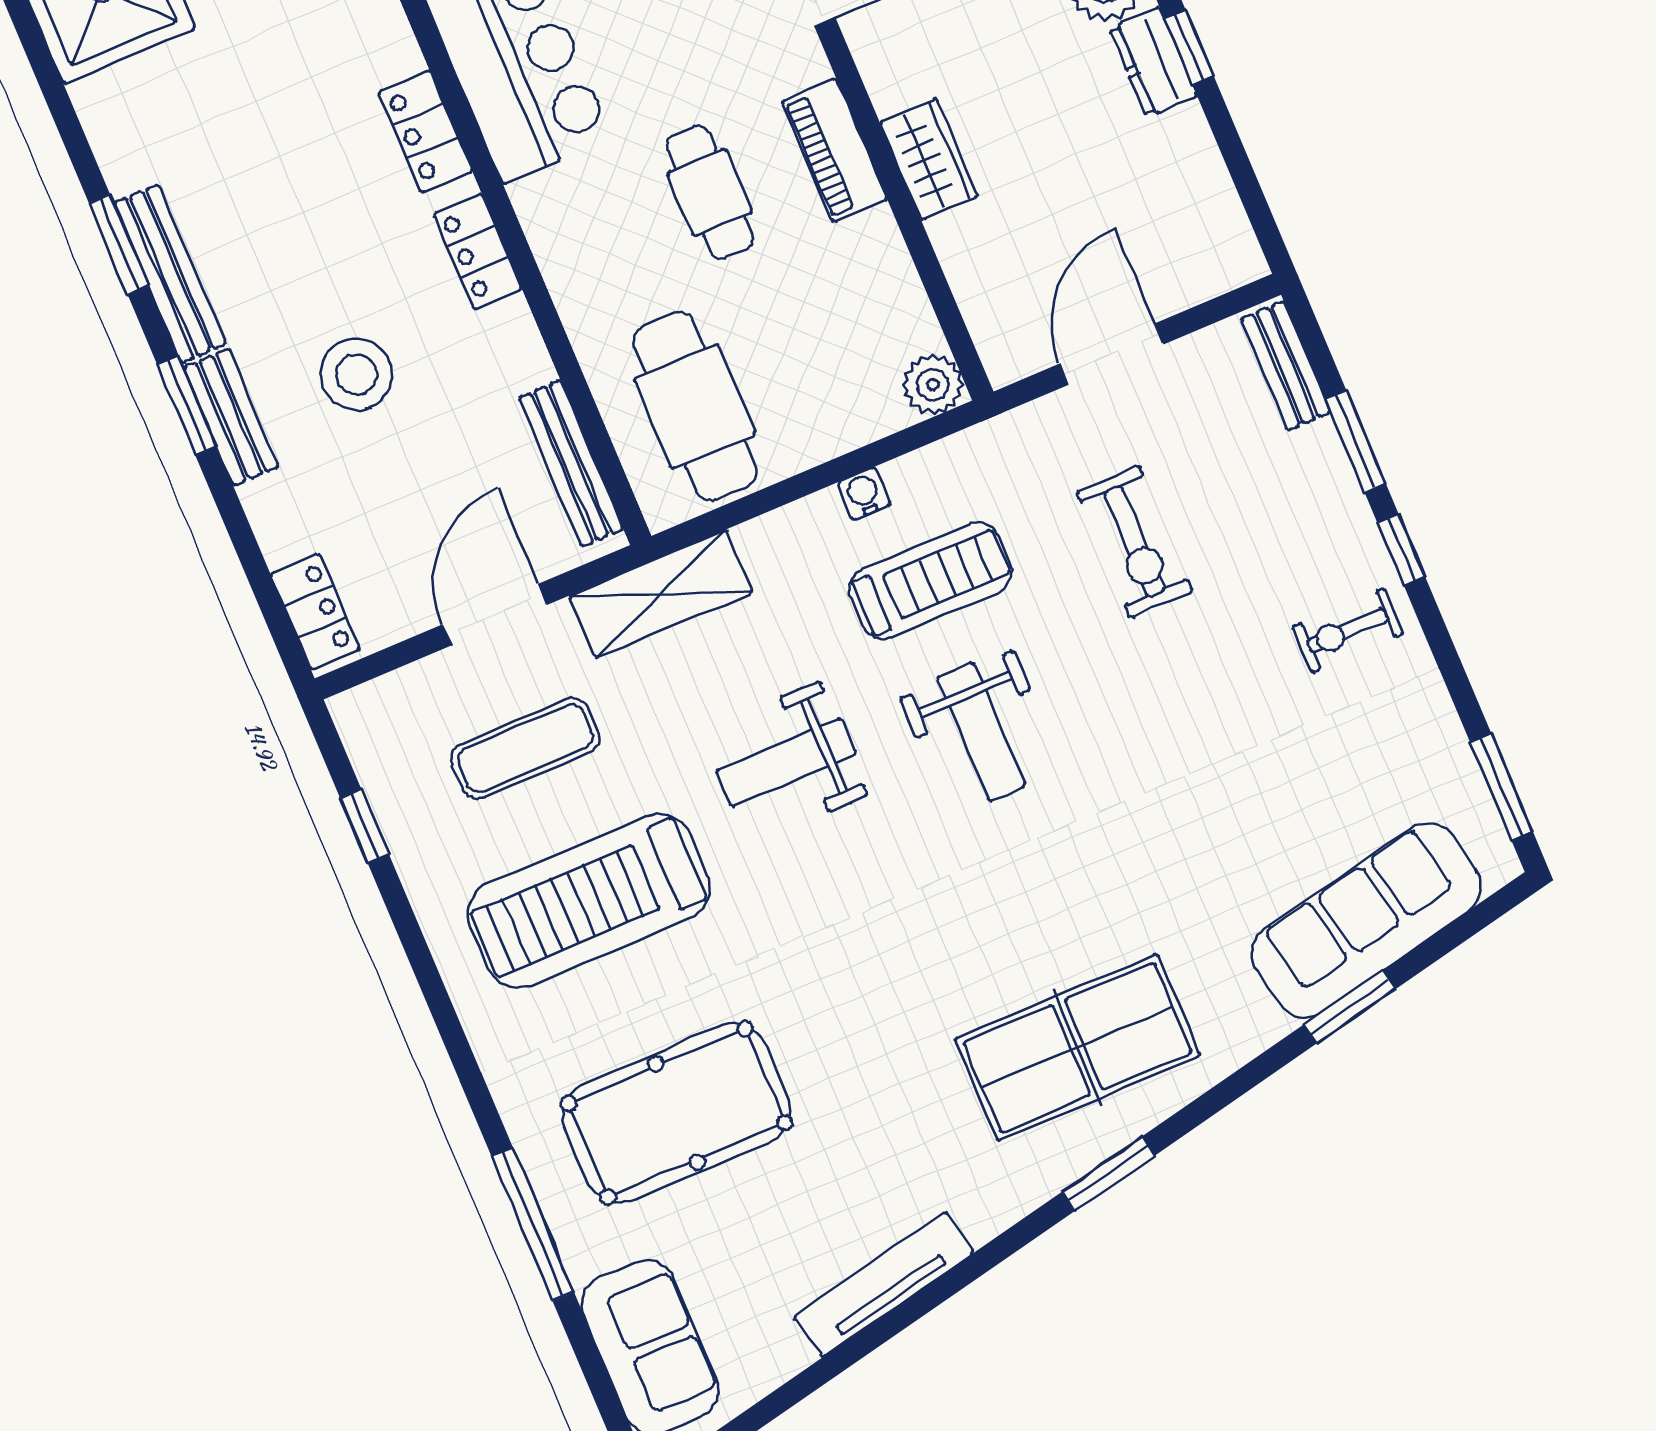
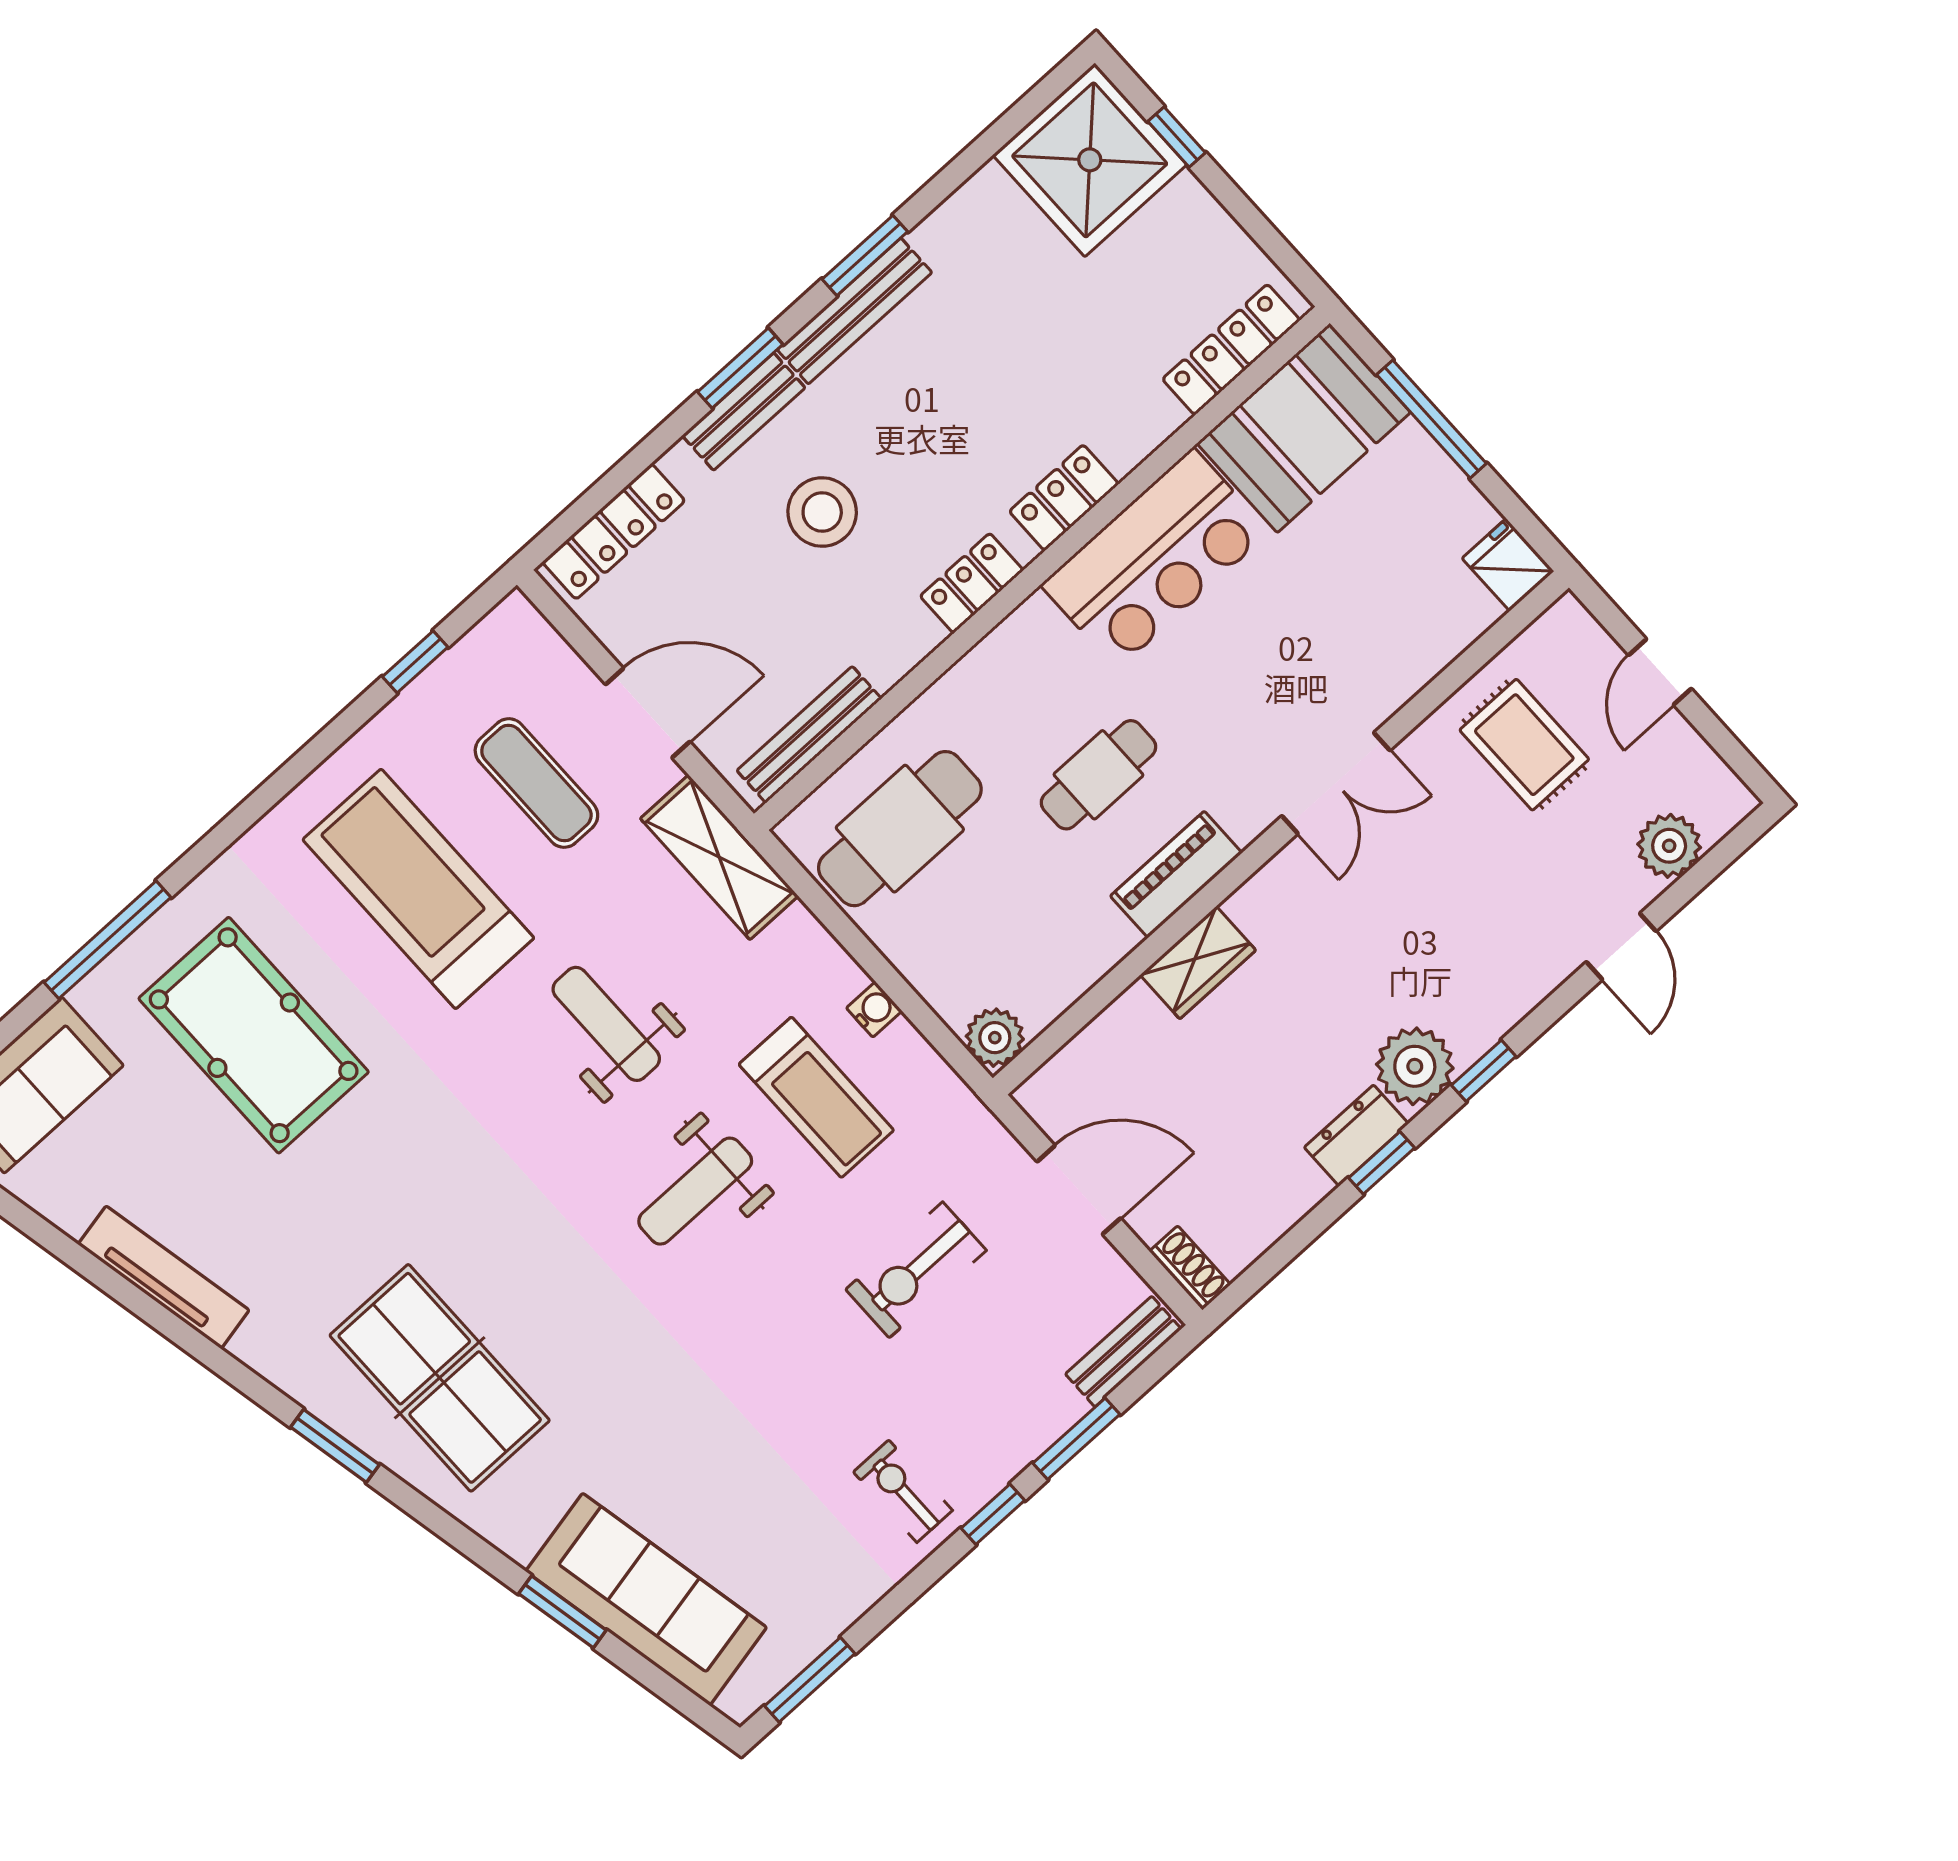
shoe rack: (1226, 271) -> (1190, 1268), added
locker: (315, 612) -> (614, 532), width x1.53

